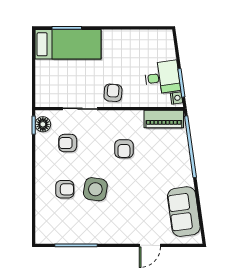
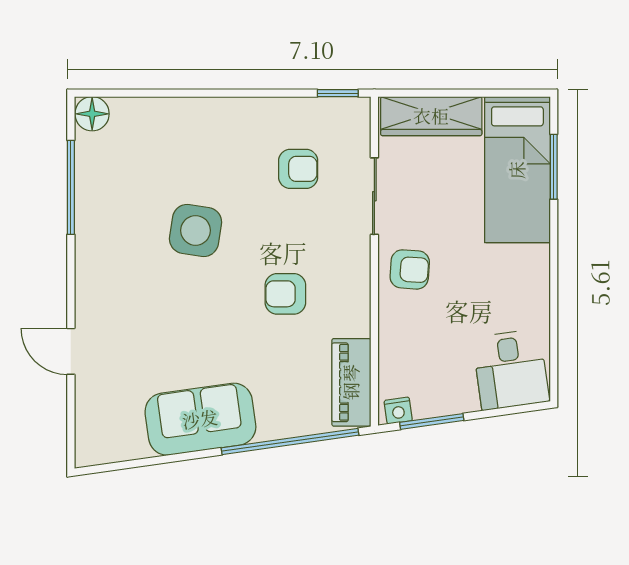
desk: (162, 77) -> (511, 369), moved
wardrobe: (44, 83) -> (431, 116), added
floor lamp: (43, 124) -> (92, 114), moved
armchair: (68, 143) -> (298, 169), turned 90
armchair: (65, 189) -> (195, 162), removed
sofa: (184, 212) -> (200, 419), moved

